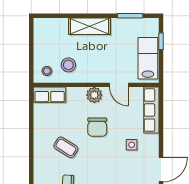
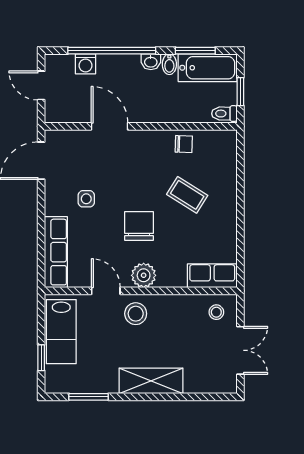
double door: (31, 46) -> (240, 350), added
stool: (68, 65) -> (136, 314), moved

